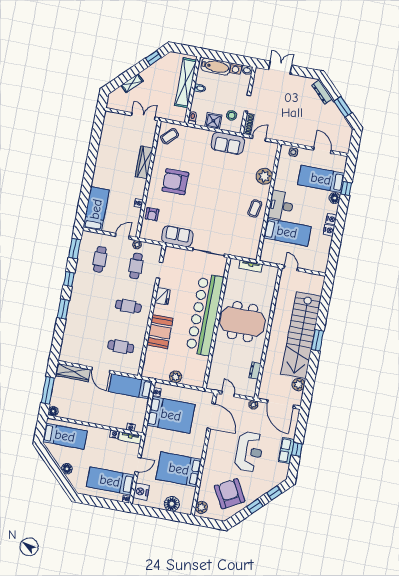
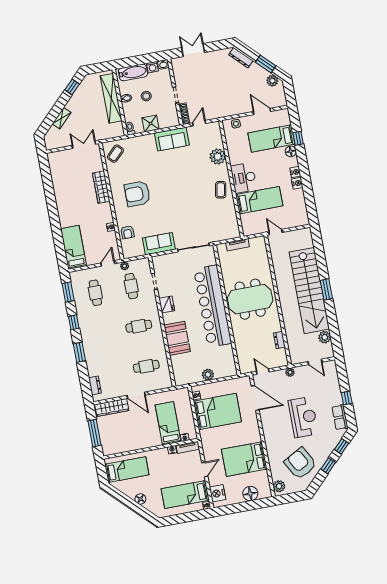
stool: (232, 115) -> (146, 96), moved
plant: (343, 125) -> (272, 81), added
dresser: (66, 346) -> (95, 385), added
bed: (130, 386) -> (168, 423), moved, turned 90
door: (280, 404) -> (315, 362), width x0.53
floor lamp: (53, 411) -> (107, 451), removed
row of seats: (286, 451) -> (340, 417), moved

